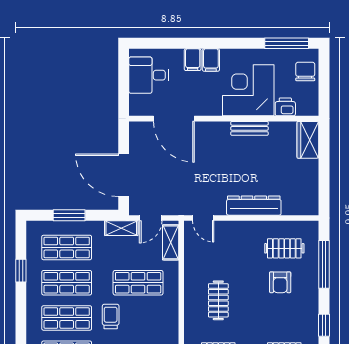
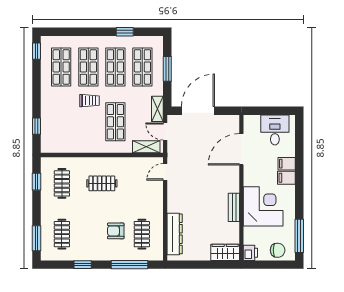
printer: (285, 107) -> (250, 253), moved
dresser: (254, 206) -> (175, 234), moved

